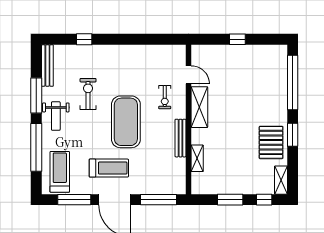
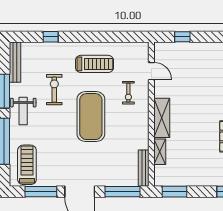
window: (237, 39) -> (182, 37), moved
shelving: (199, 107) -> (162, 118), moved
bench: (180, 138) -> (144, 168), moved
treadmill: (109, 168) -> (94, 64), moved
window: (230, 200) -> (175, 192), moved

